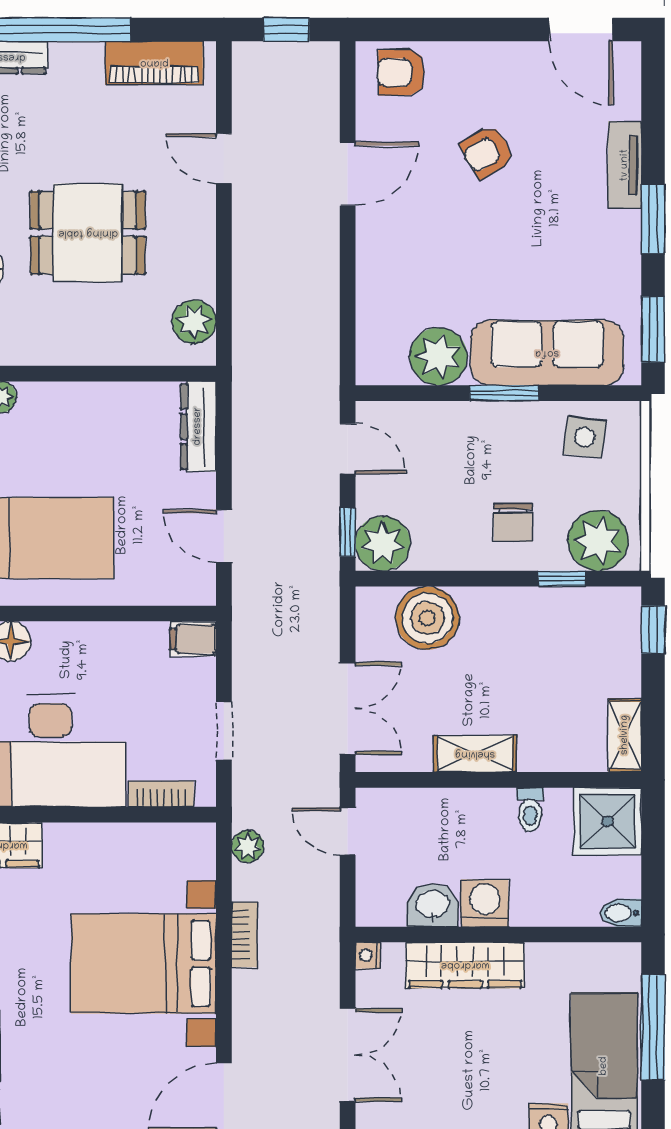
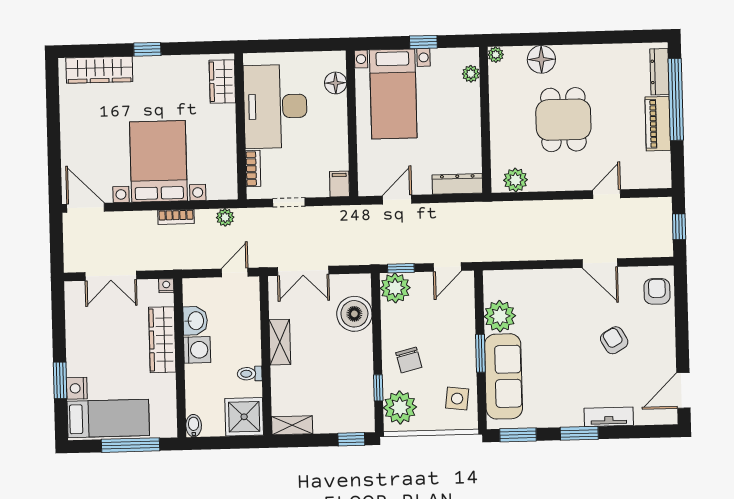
piano: (154, 63) -> (658, 124), moved
chair: (513, 522) -> (409, 360), turned -104

